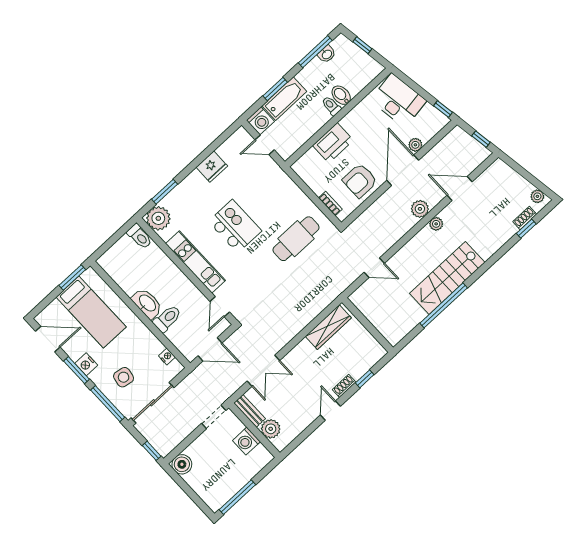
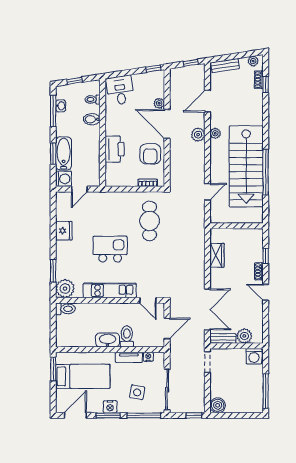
desk: (398, 100) -> (120, 90), width x0.73
toilet: (331, 106) -> (93, 100), moved
bench: (508, 174) -> (225, 66), added
stairs: (447, 278) -> (246, 166), width x1.36, depth x1.51
wardrobe: (328, 327) -> (217, 255), width x0.67
tv unit: (149, 339) -> (129, 357), added
double door: (263, 371) -> (207, 309), width x1.37
washing machine: (246, 441) -> (254, 356), moved

